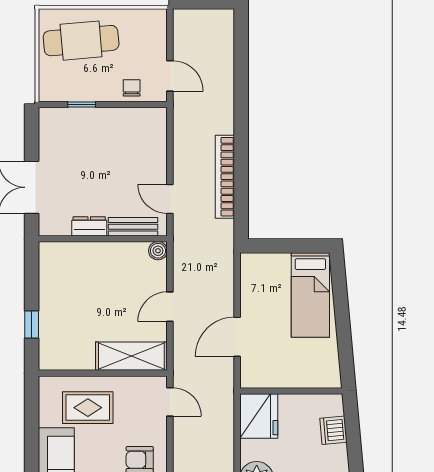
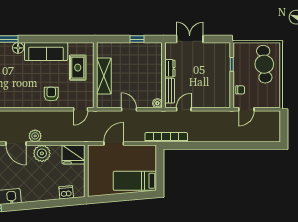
bookcase: (225, 177) -> (166, 137), moved
window: (32, 325) -> (137, 39), moved
door: (237, 337) -> (114, 143), hinge flipped
shelving: (131, 356) -> (104, 76), moved

